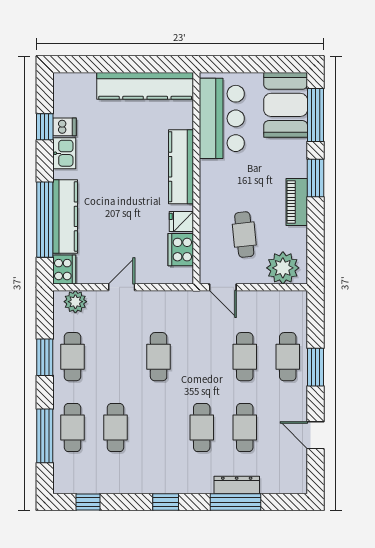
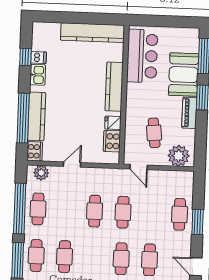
booth: (286, 105) -> (184, 75), moved
window: (45, 357) -> (20, 209), width x2.11
cafe table: (245, 357) -> (123, 212), moved

